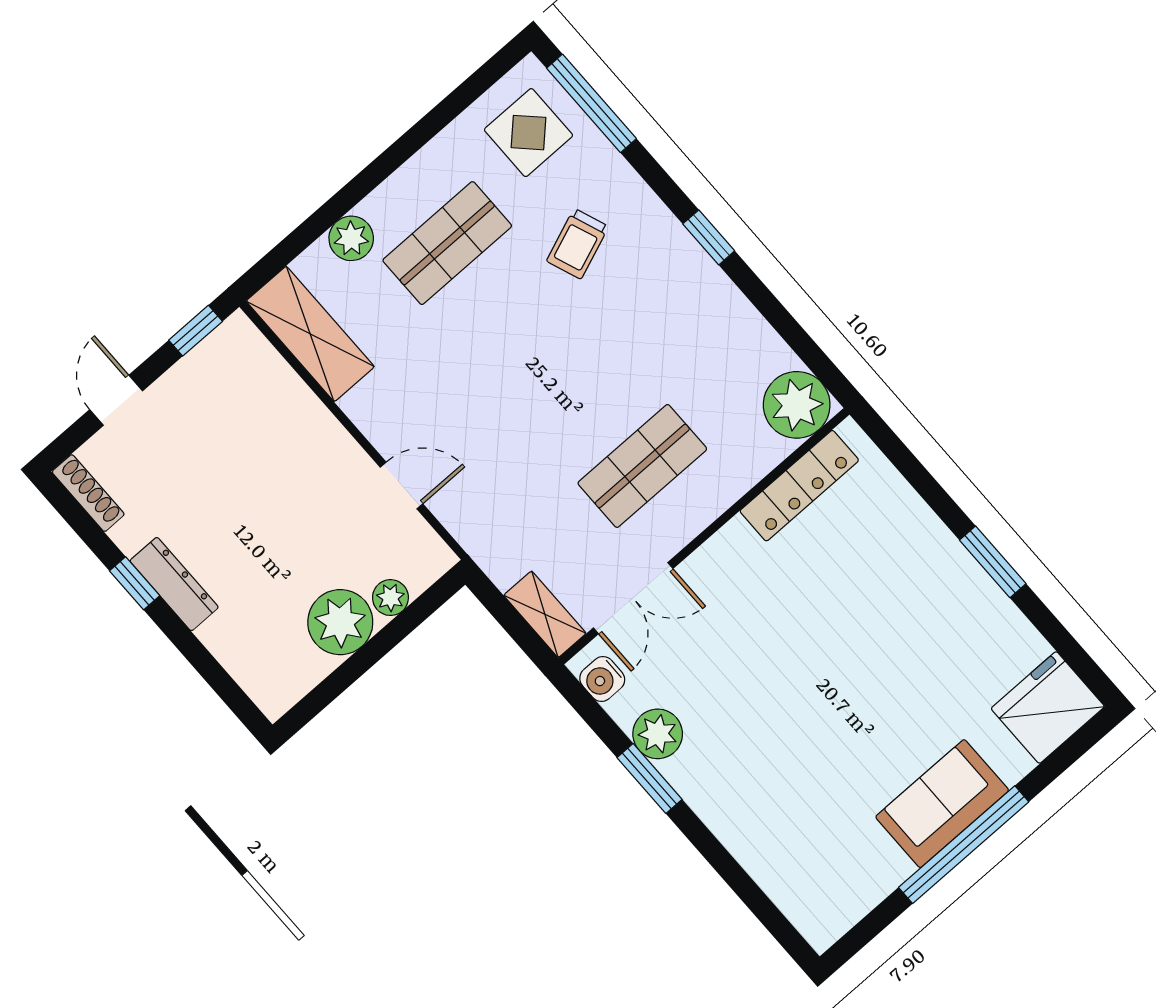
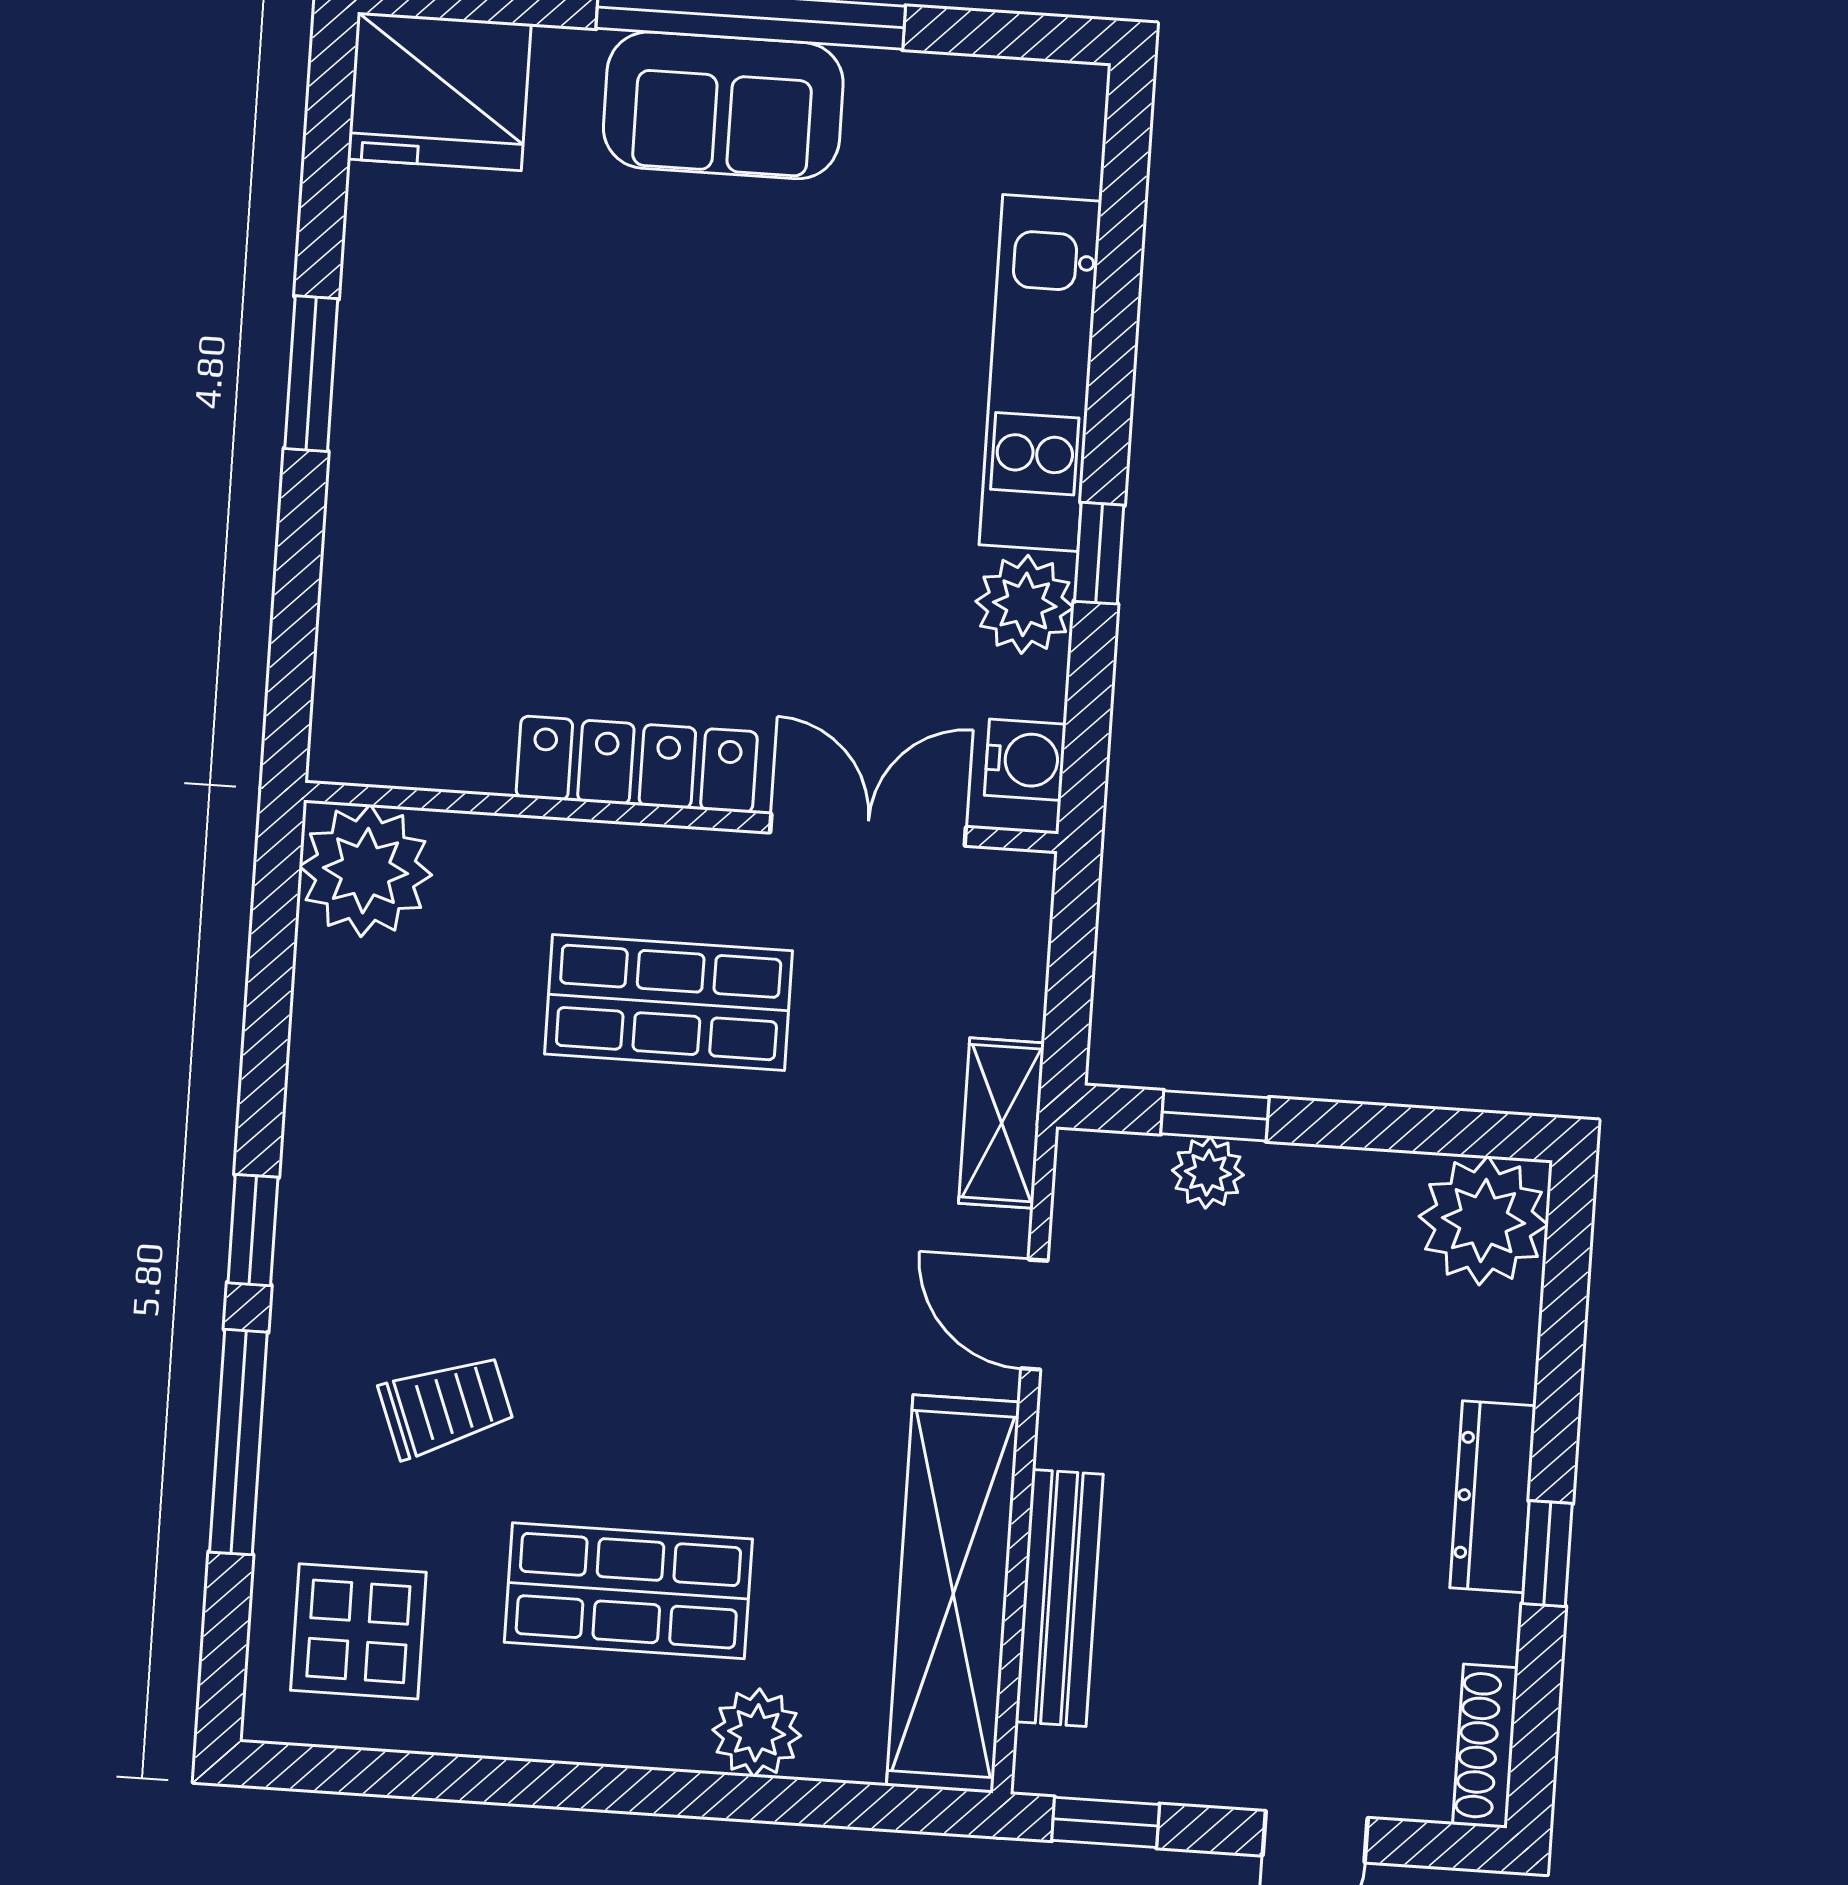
window: (591, 103) -> (238, 1442), moved
shelving: (310, 334) -> (953, 1594), width x1.47
bench: (292, 394) -> (1059, 1598), added
locker: (799, 486) -> (637, 764), moved
shelving: (545, 614) -> (1001, 1123), moved
window: (408, 620) -> (1215, 1116), added
plant: (340, 622) -> (1483, 1221), moved
window: (649, 779) -> (1099, 553), width x0.67
kitchen unit: (734, 822) -> (1040, 373), added

